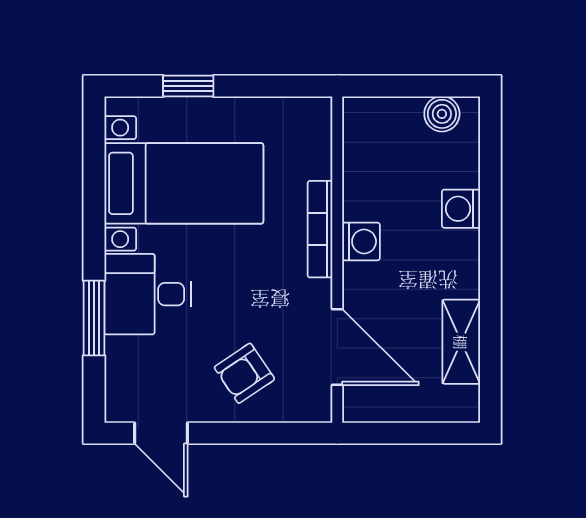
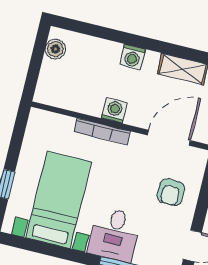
washing machine: (461, 209) -> (132, 57), moved
armchair: (244, 373) -> (171, 192), turned 34

